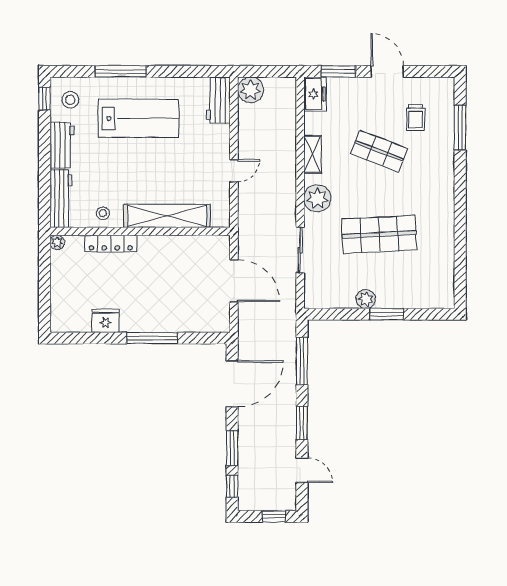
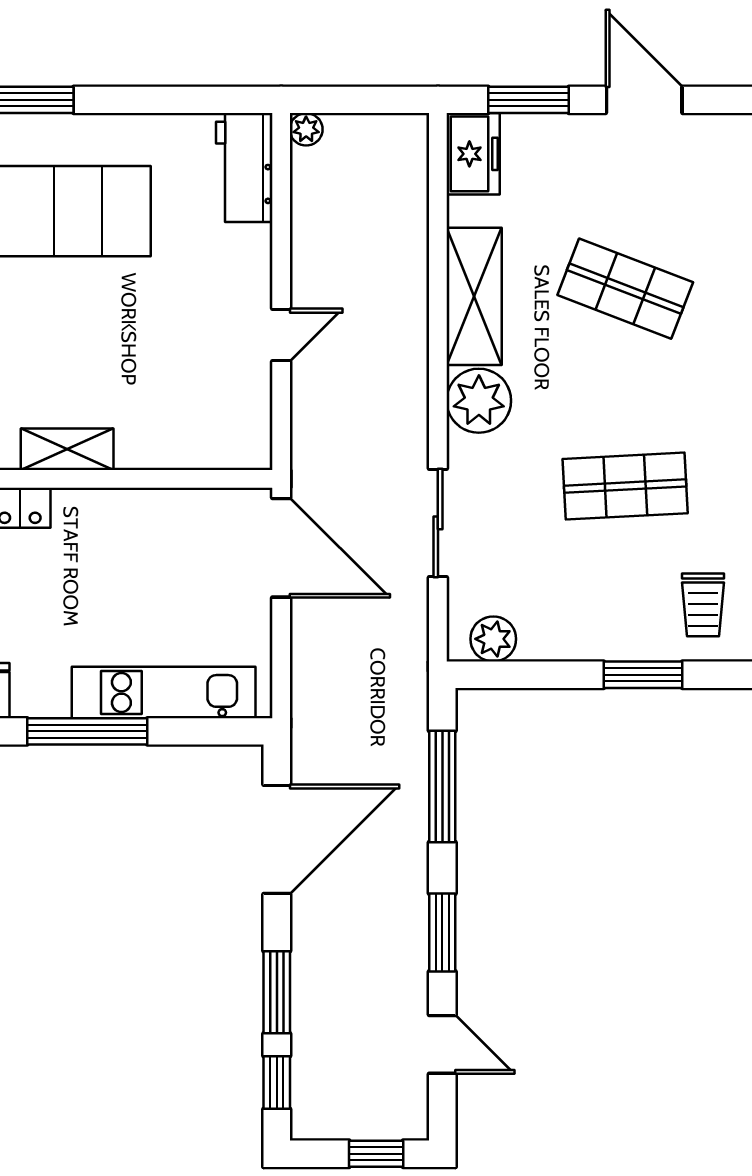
plant: (250, 90) -> (306, 129), width x0.53, depth x0.53
trolley: (415, 118) -> (703, 605), moved
shelving: (312, 154) -> (474, 296), width x1.50, depth x1.33
shelving: (167, 216) -> (67, 449), width x0.45, depth x0.75
shop shelf: (379, 234) -> (625, 486), width x0.70, depth x0.74
door: (234, 281) -> (281, 548), moved
plant: (366, 299) -> (493, 639), moved
kitchen unit: (184, 322) -> (164, 692), added

